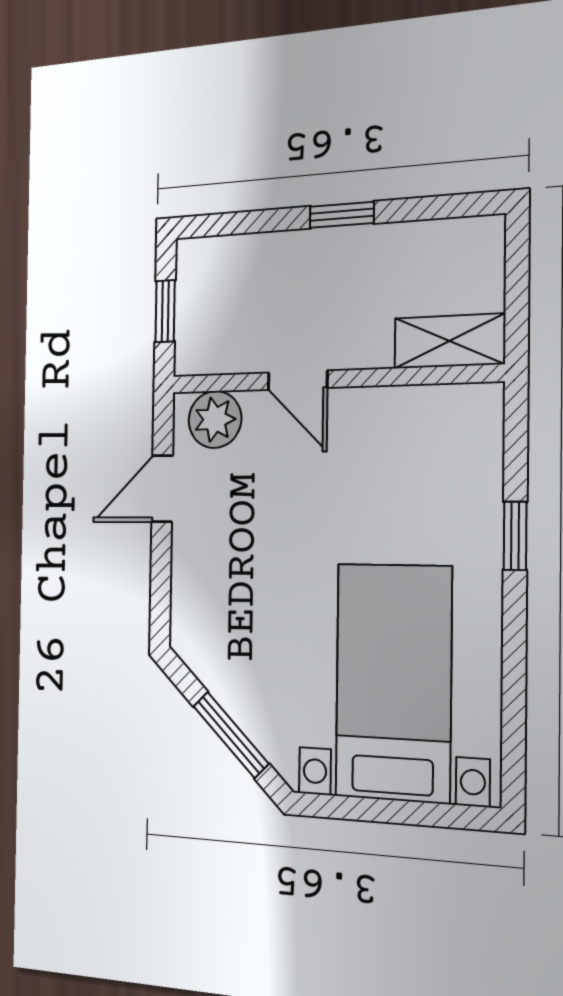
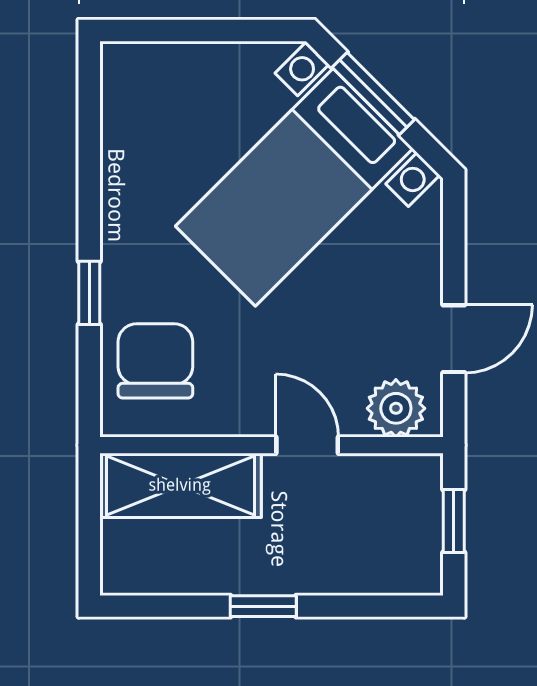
shelving: (449, 341) -> (180, 485), width x1.50, depth x1.33
chair: (446, 463) -> (155, 361), added
bed with nightstands: (393, 682) -> (294, 187), moved, turned 45

